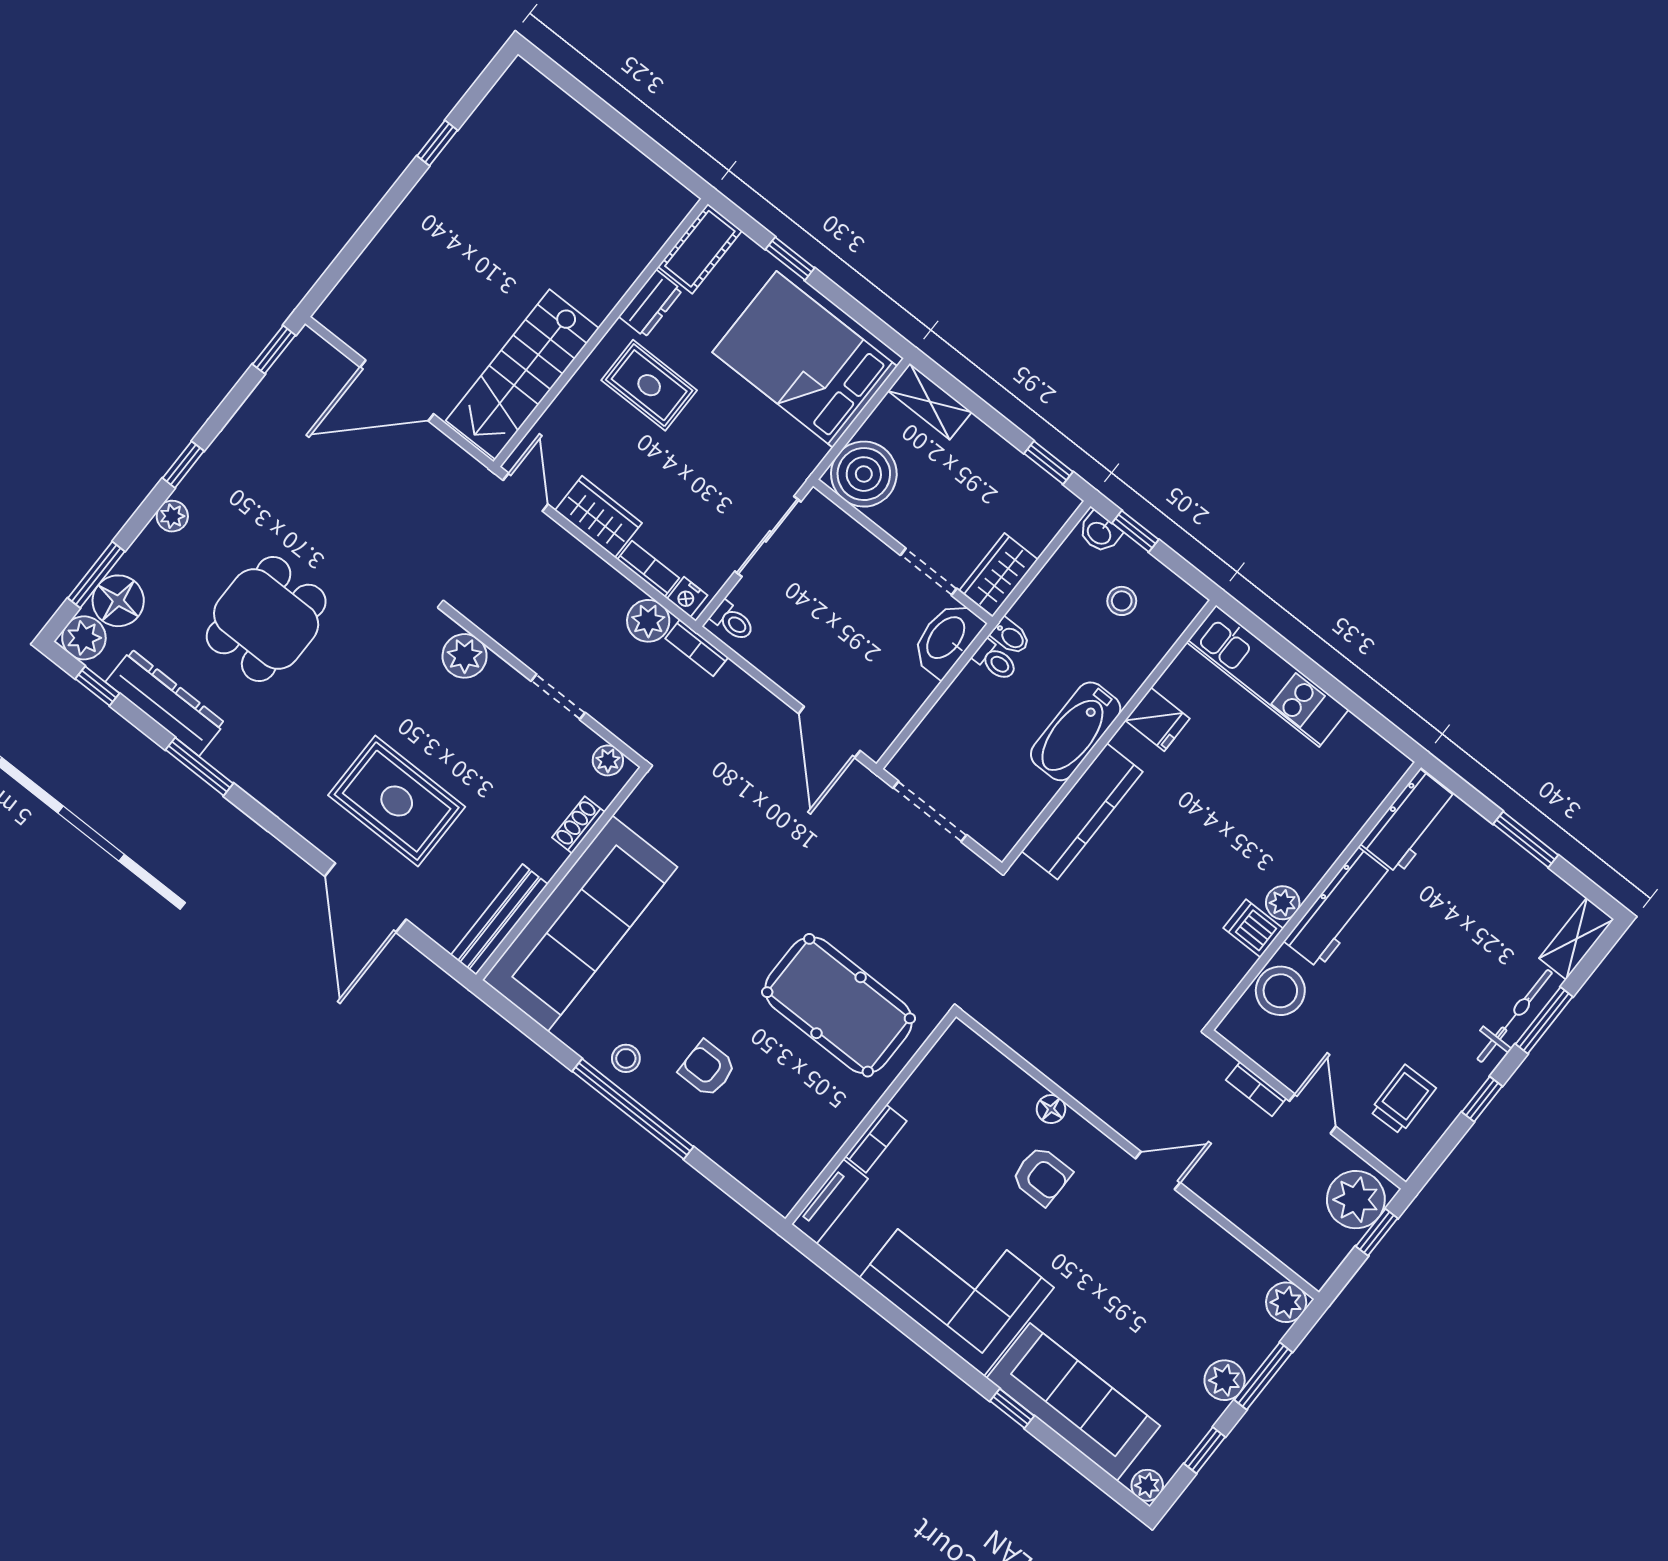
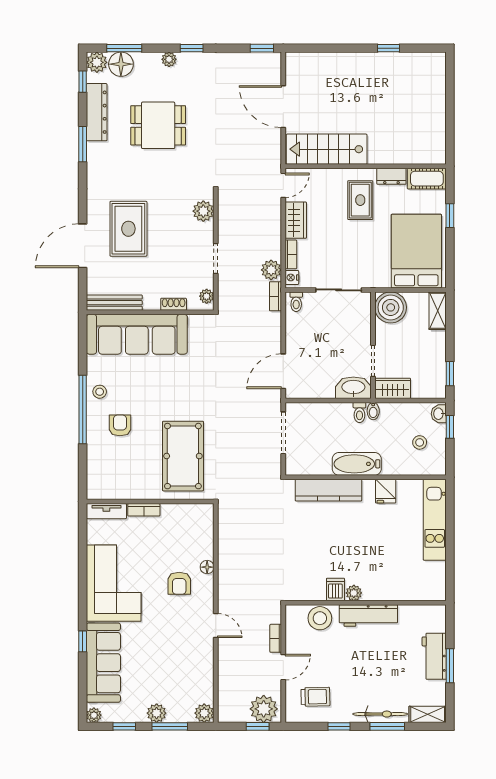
workbench: (1410, 822) -> (434, 656), moved, turned 90

